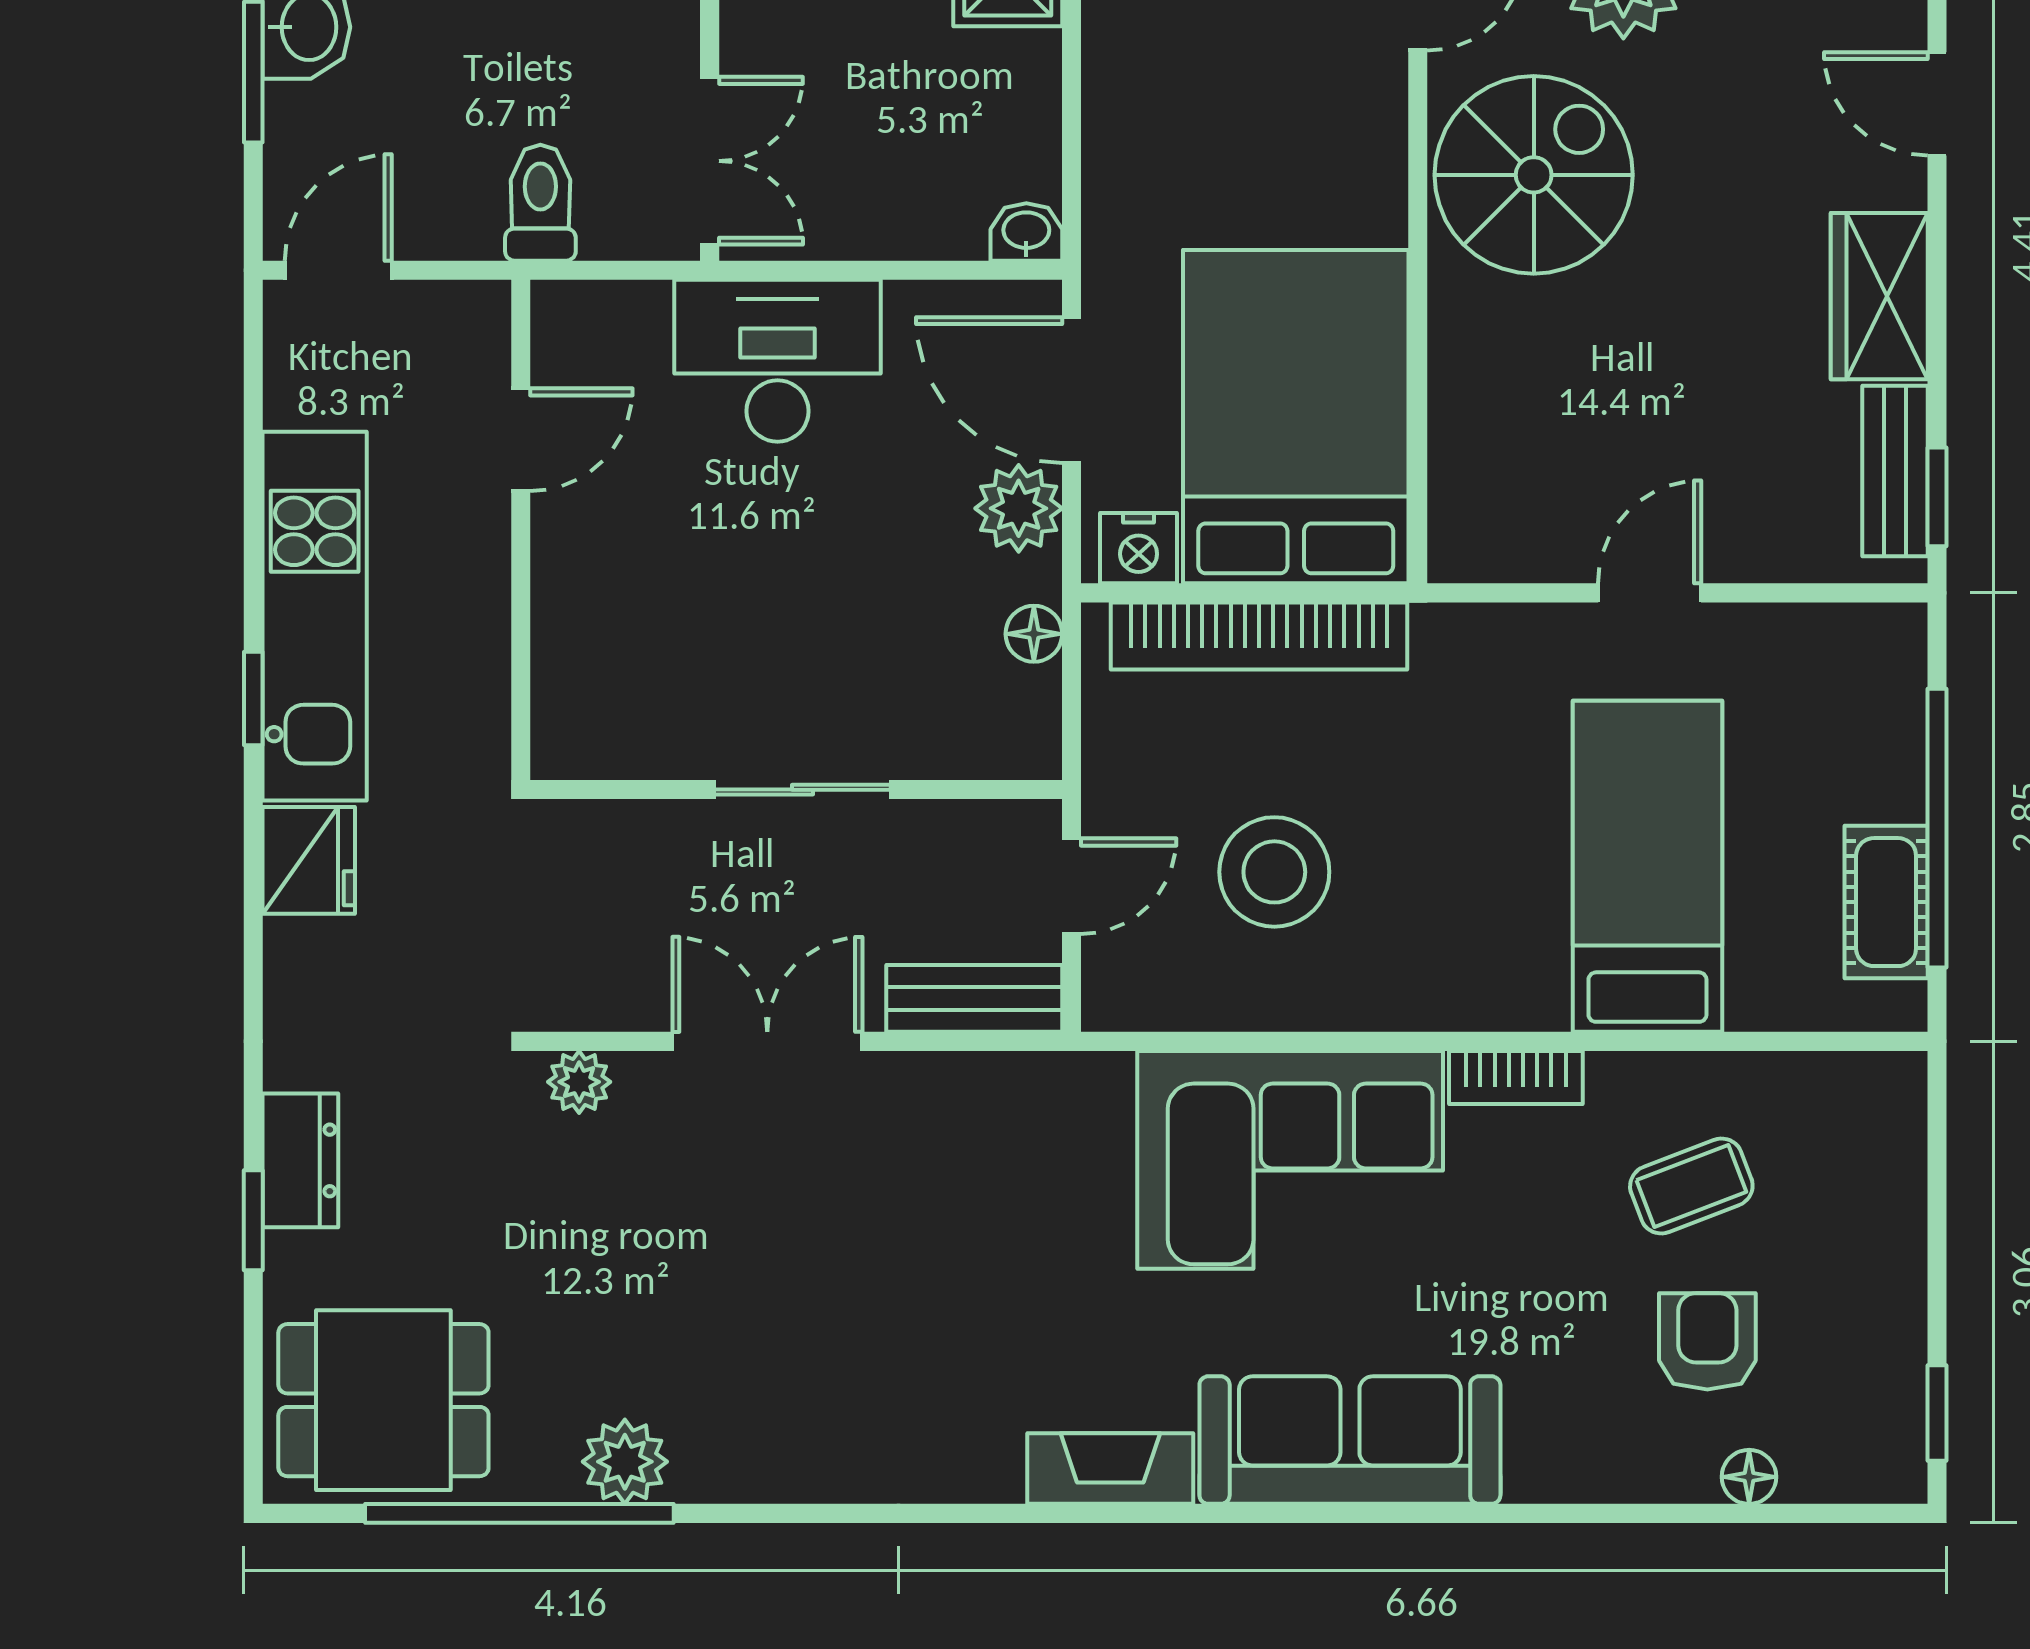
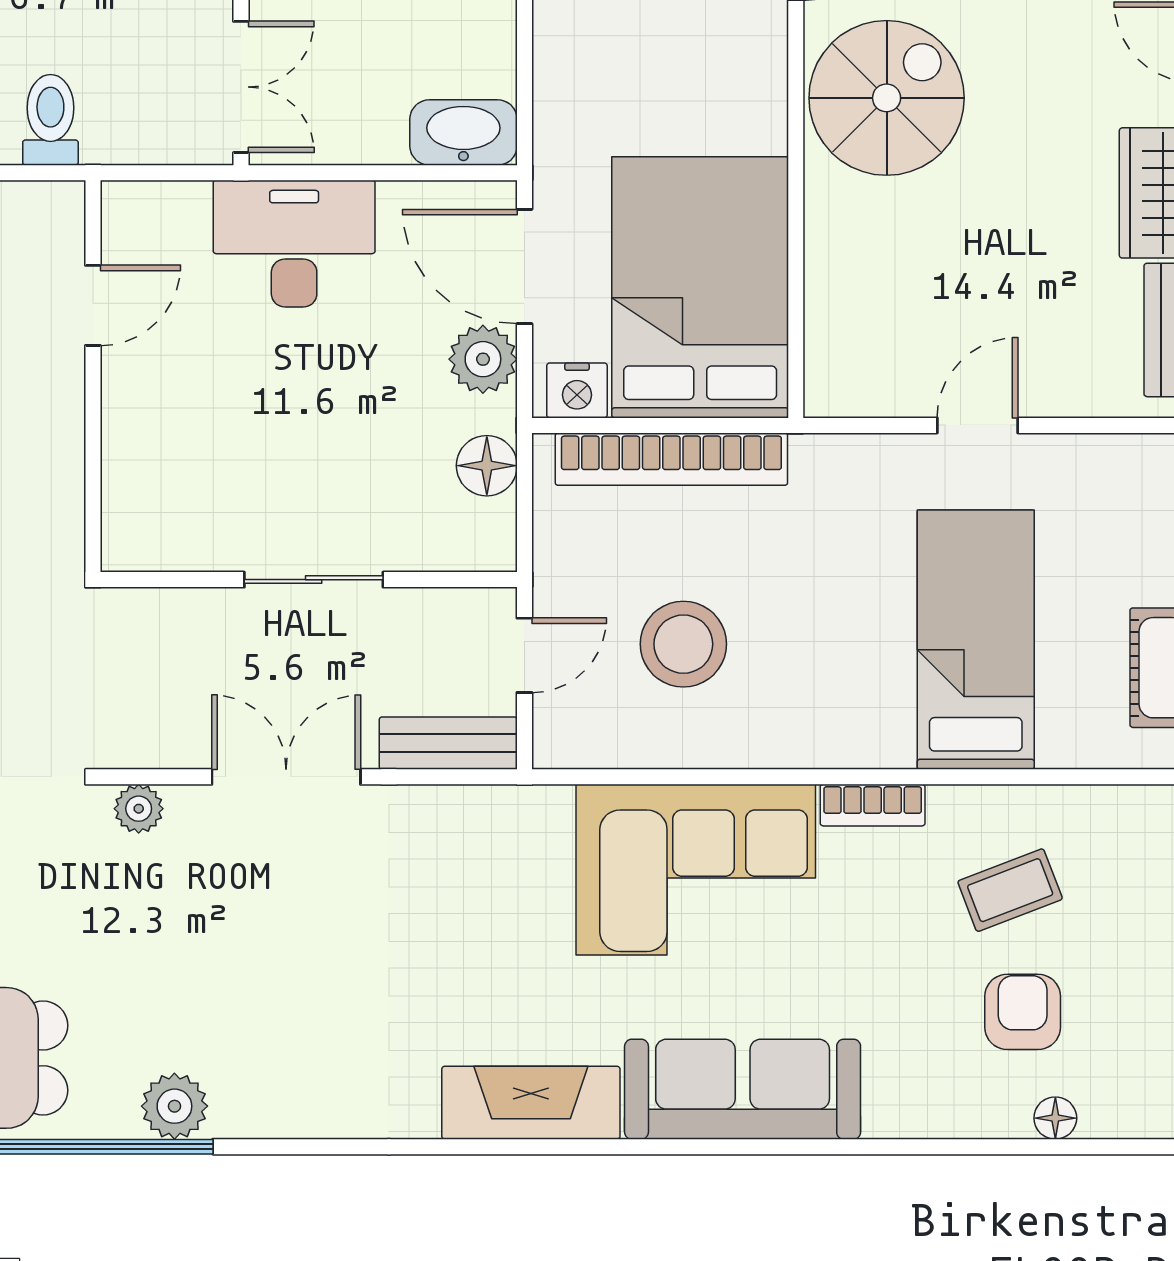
toilet: (540, 203) -> (50, 120), moved
washbasin: (1026, 232) -> (463, 133), width x1.91, depth x1.45
floor lamp: (1034, 634) -> (487, 466), width x1.37, depth x1.37
fireplace: (1110, 1469) -> (531, 1103), width x1.37, depth x1.32

